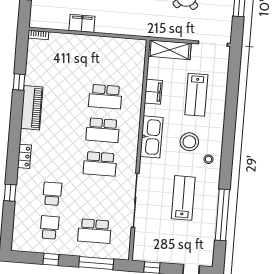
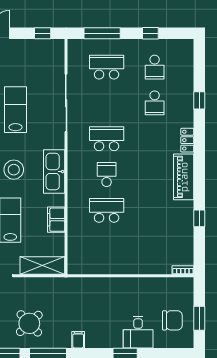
filing cabinet: (82, 23) -> (138, 286), removed
piano: (32, 108) -> (184, 177), moved
school desk: (103, 130) -> (107, 175), width x0.54
lab bench: (183, 198) -> (15, 110), turned 180

